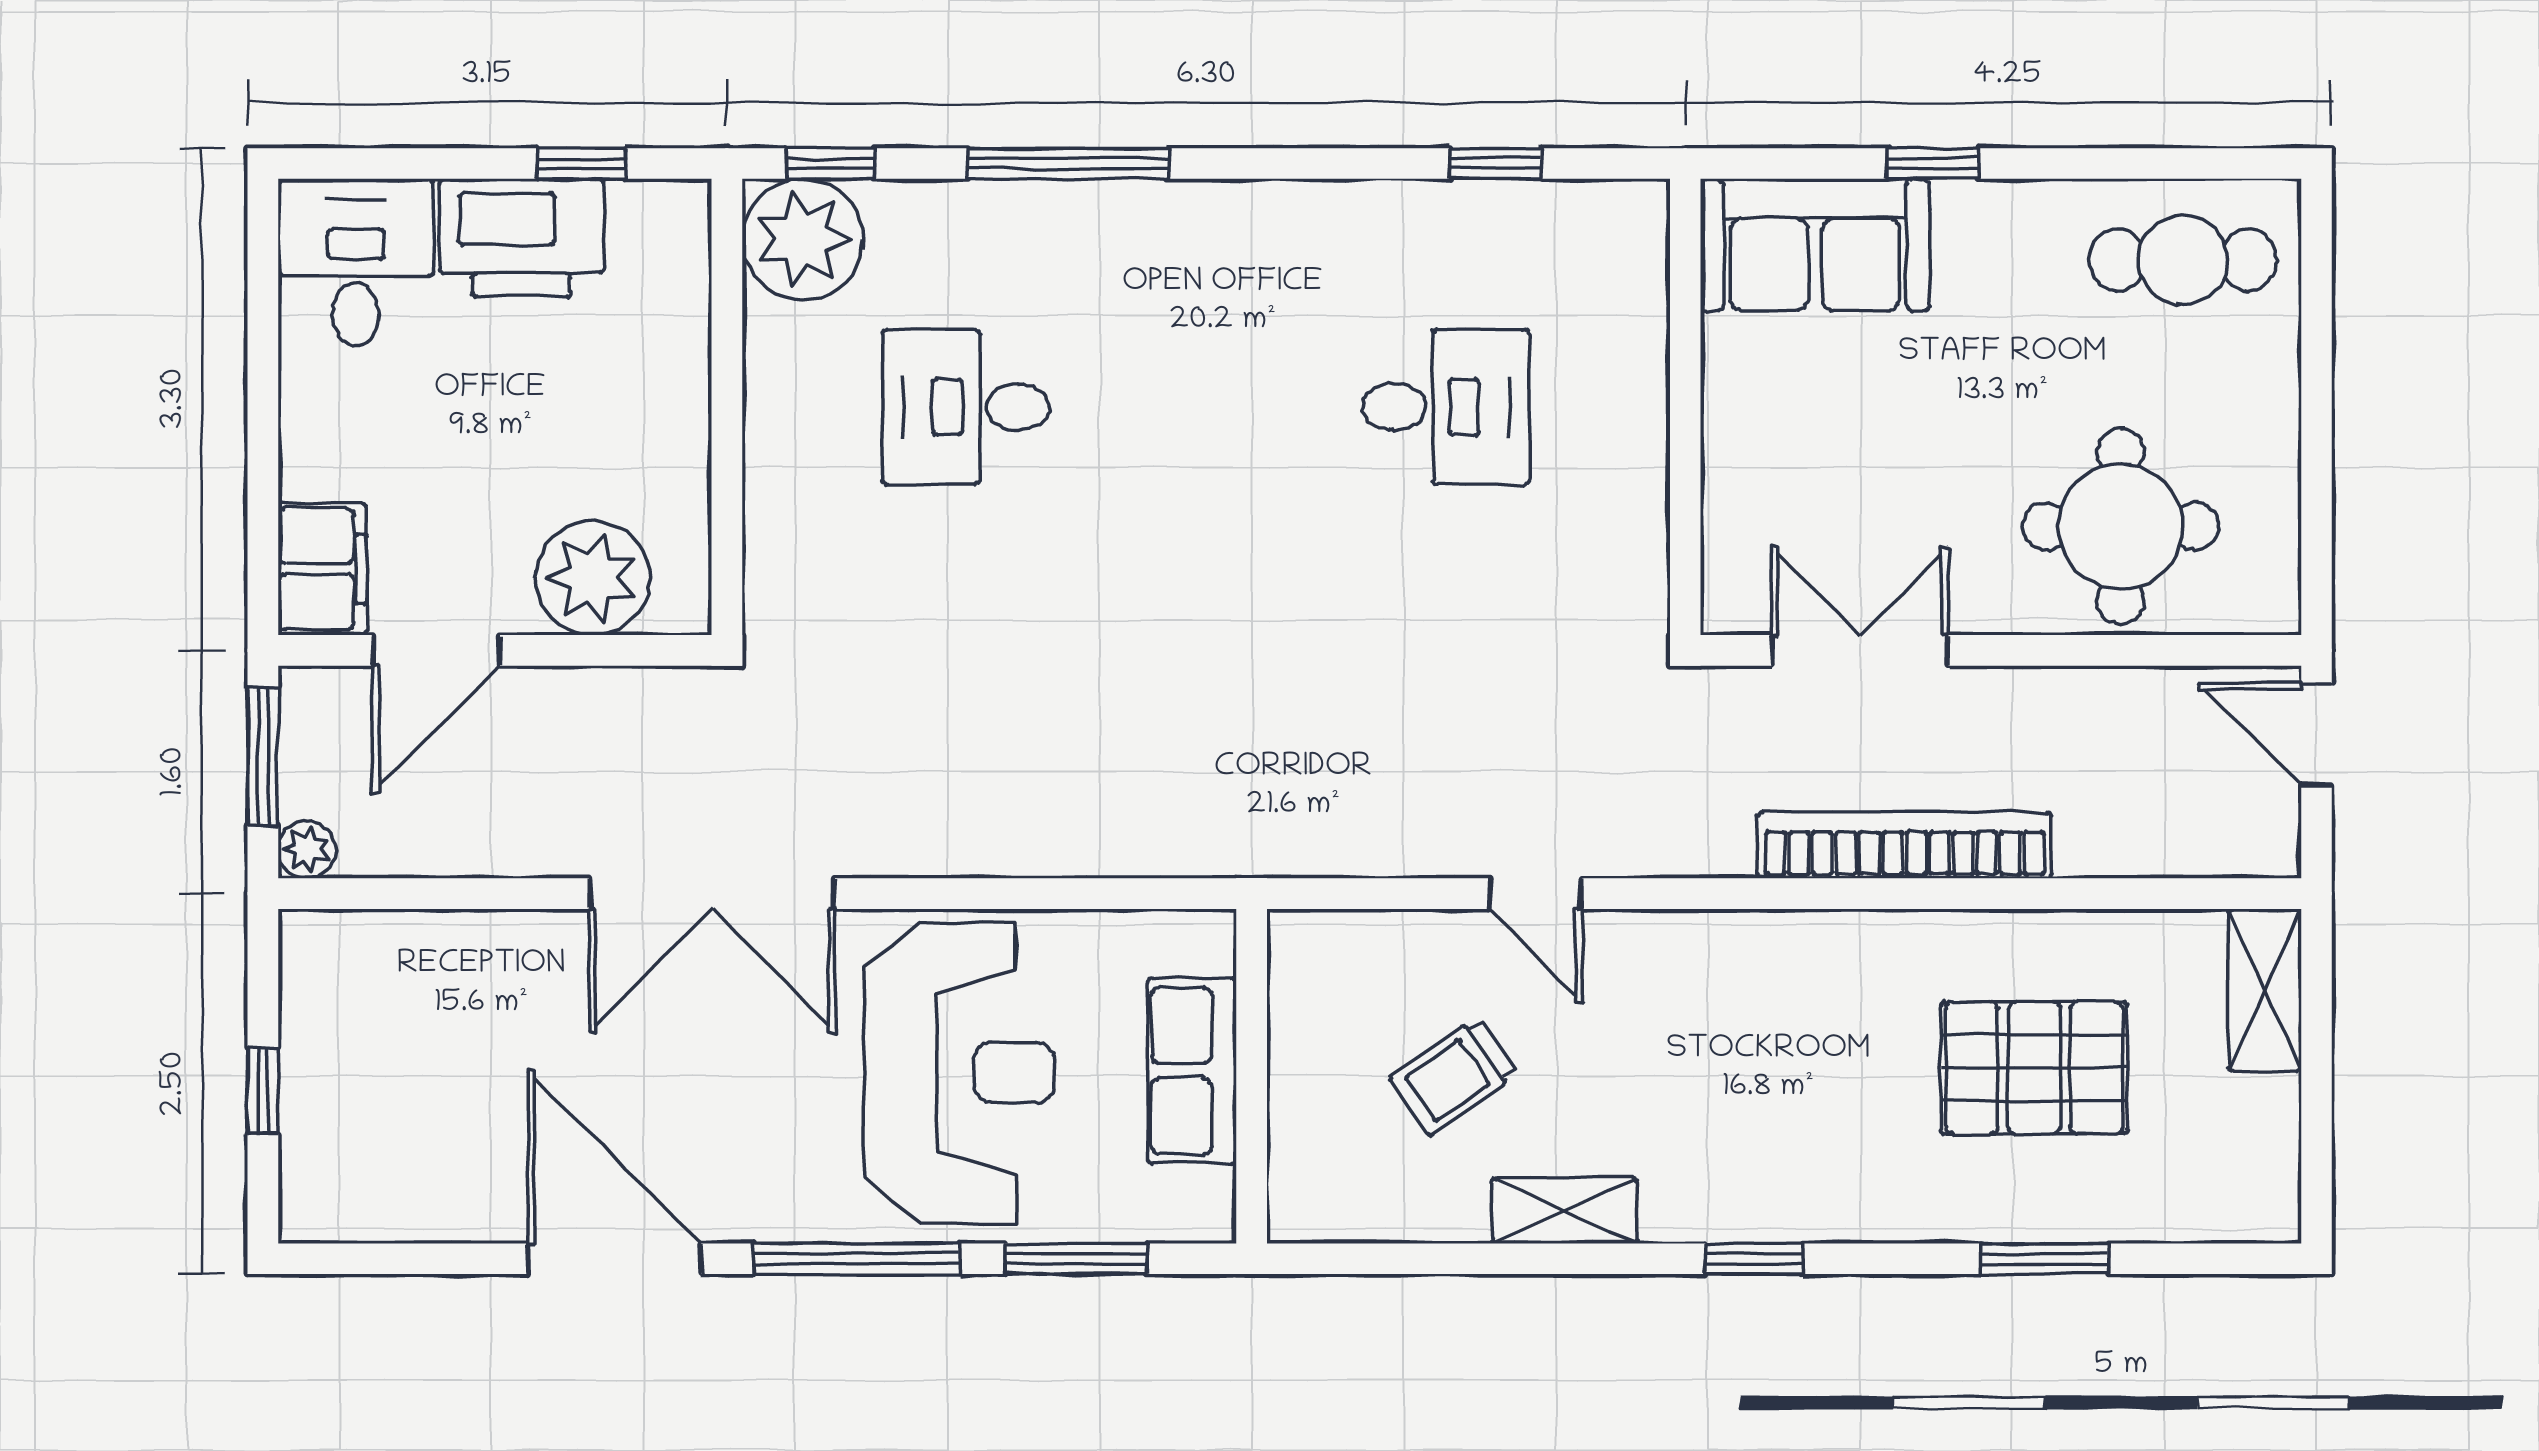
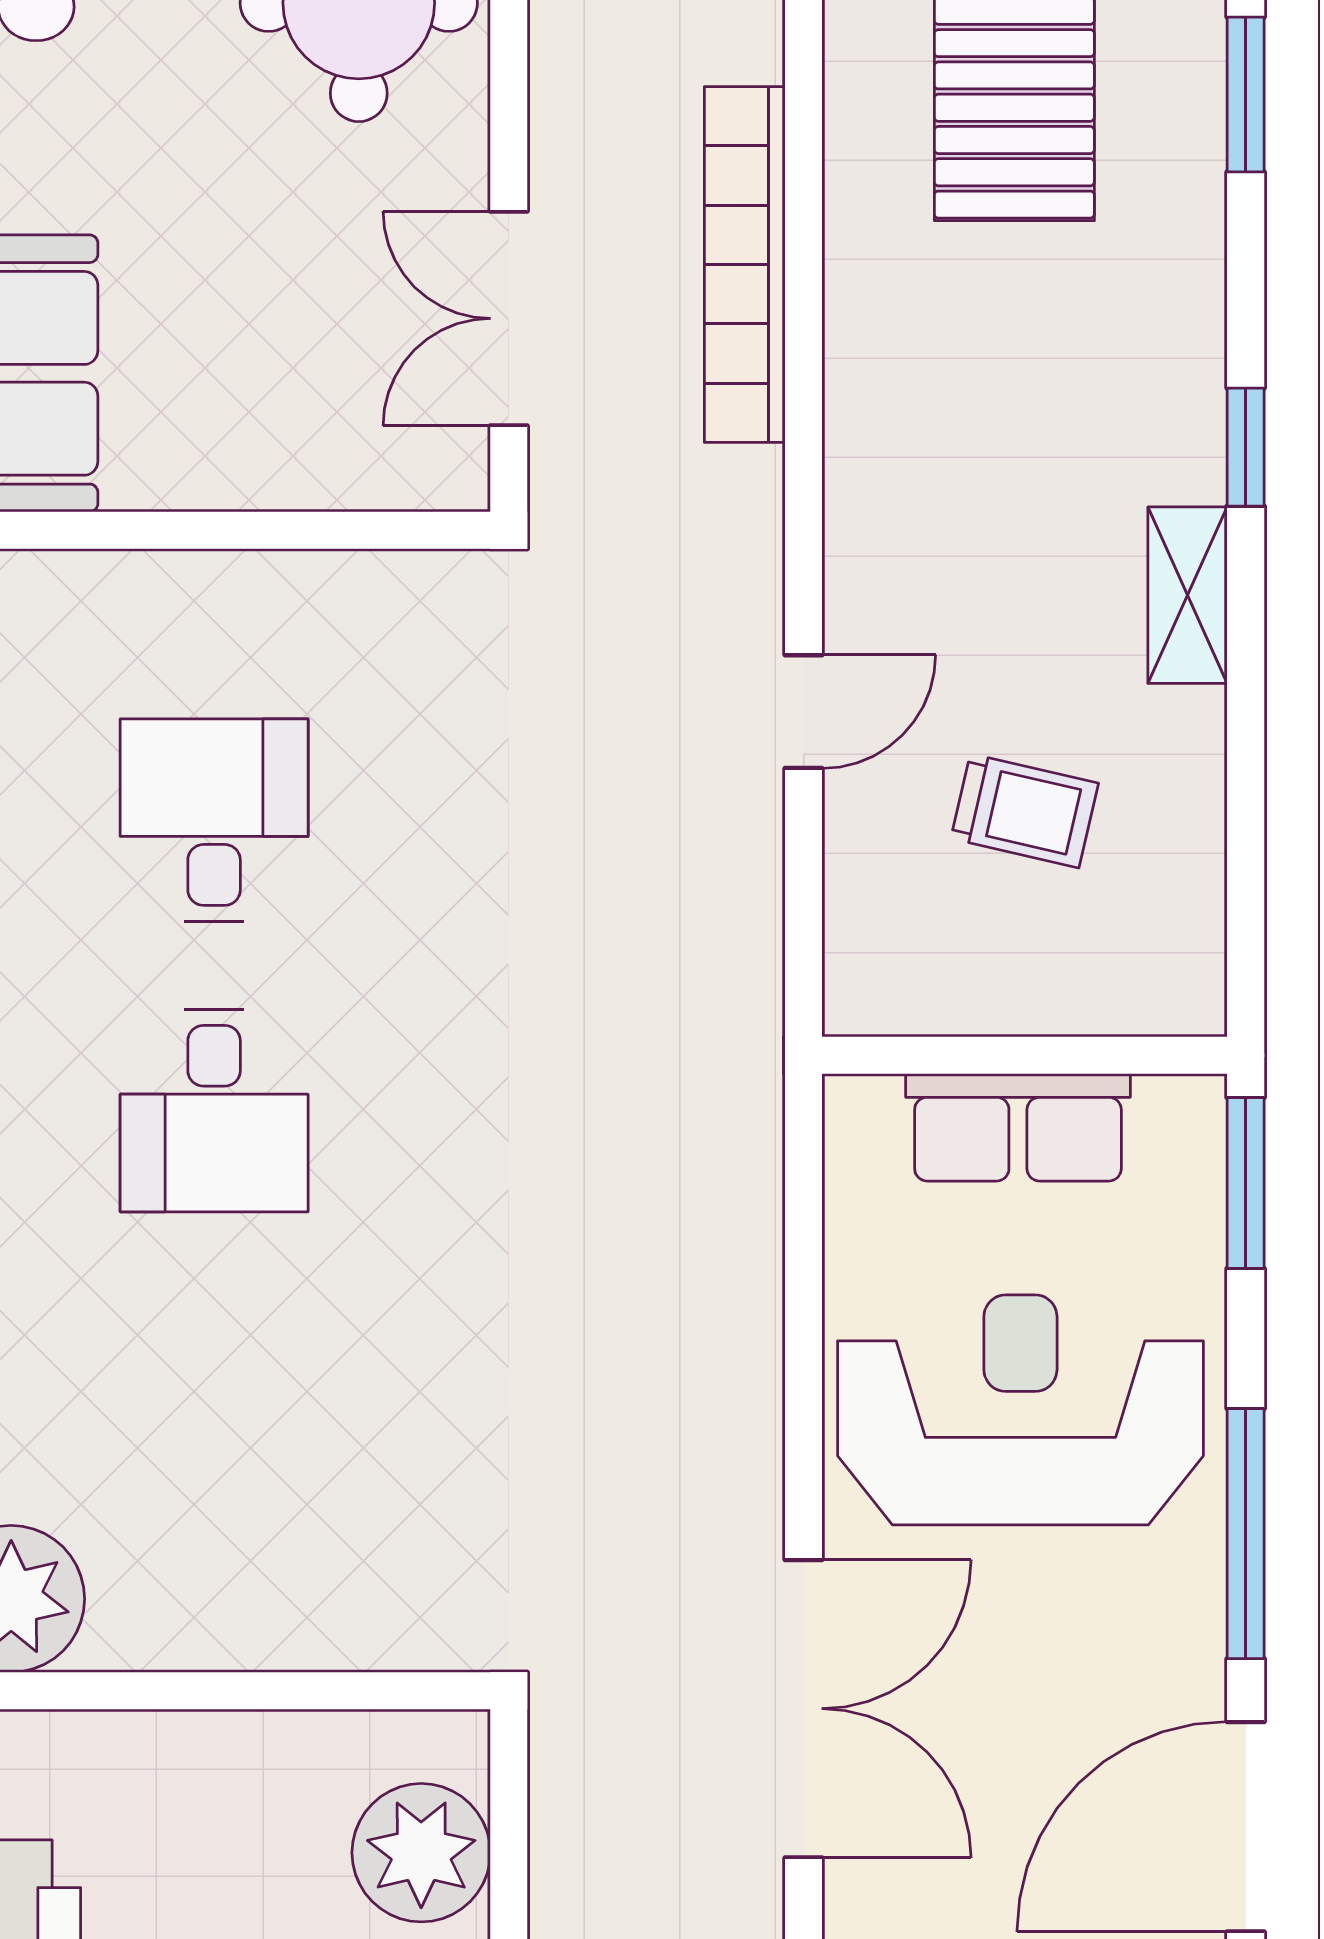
desk: (966, 407) -> (214, 1110), moved
trolley: (1454, 1076) -> (1025, 811), turned -42
shelving: (1564, 1211) -> (1187, 595), moved
window: (1076, 1259) -> (1246, 1183), moved

